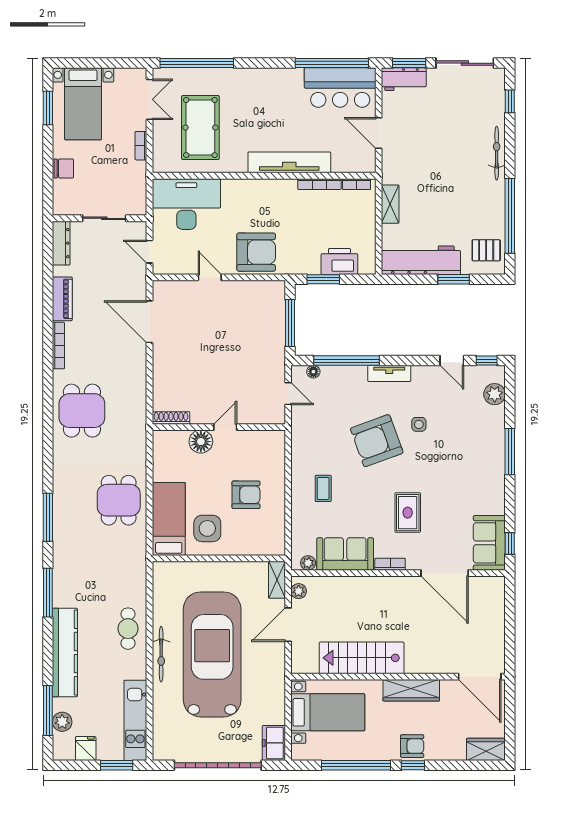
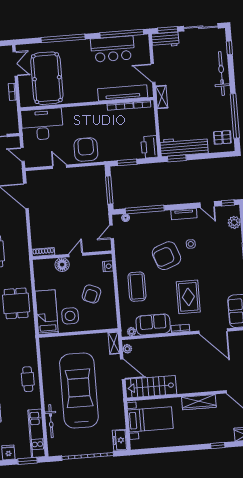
window: (197, 63) -> (63, 38), moved
bar counter: (340, 87) -> (113, 49), moved
pool table: (200, 128) -> (47, 78), width x1.36, depth x1.32
bicycle: (497, 153) -> (221, 74), width x1.37, depth x1.40
tv unit: (289, 162) -> (123, 93), moved
shelving: (390, 204) -> (162, 97), moved
armchair: (256, 252) -> (86, 149), turned -90
printer: (339, 262) -> (149, 147), moved, turned -90
window: (454, 279) -> (177, 158), moved
tv unit: (389, 373) -> (184, 214), moved
door: (288, 394) -> (112, 232), swing flipped
nightstand: (277, 451) -> (108, 266), added
coffee table: (323, 488) -> (137, 287), width x1.86, depth x1.72
armchair: (246, 495) -> (91, 294), turned 112
rug: (408, 513) -> (188, 297), width x1.36, depth x1.43
door: (288, 625) -> (123, 369), swing flipped
bicycle: (161, 654) -> (51, 421), moved
stairs: (362, 658) -> (151, 387), moved
armchair: (412, 746) -> (202, 435), removed
window: (356, 765) -> (170, 449), removed
window: (413, 765) -> (218, 446), moved

